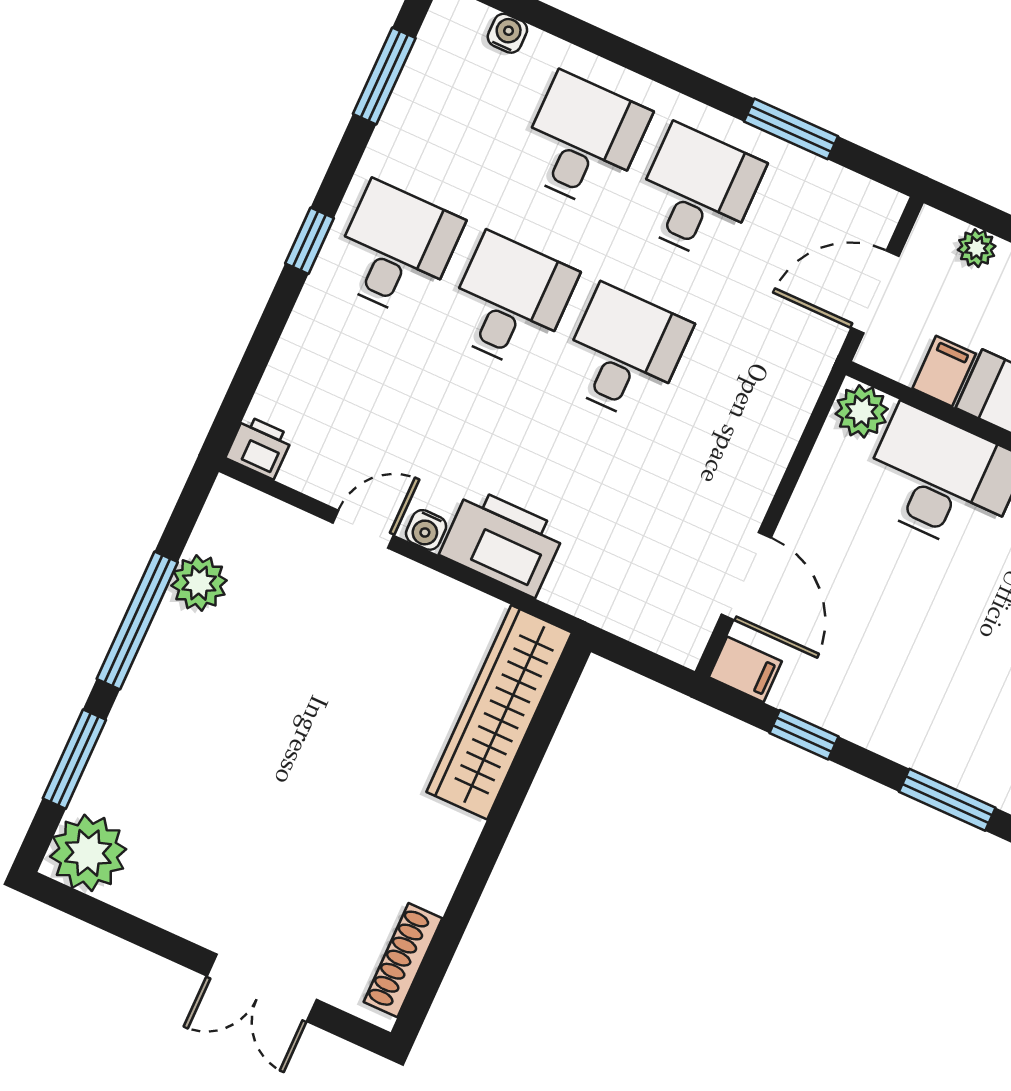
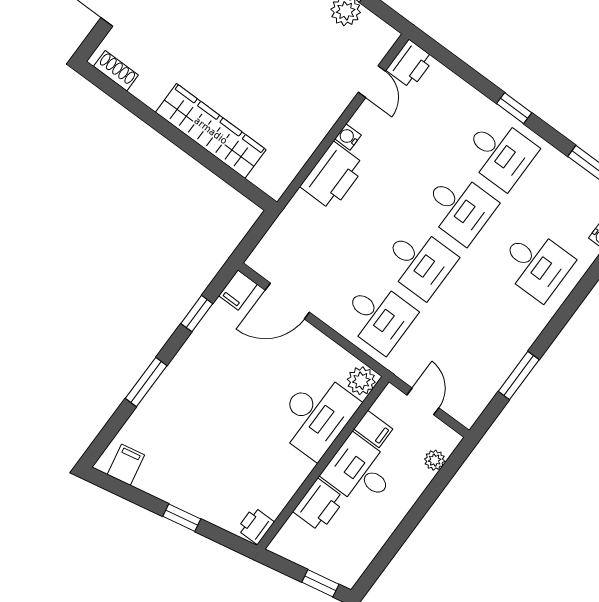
desk: (697, 193) -> (378, 316), moved
door: (875, 292) -> (423, 401), width x0.73
printer: (259, 447) -> (410, 64), width x1.36, depth x1.24
door: (363, 529) -> (372, 82), moved
wardrobe: (499, 712) -> (211, 131), moved
shoe rack: (403, 960) -> (116, 71), width x0.70

